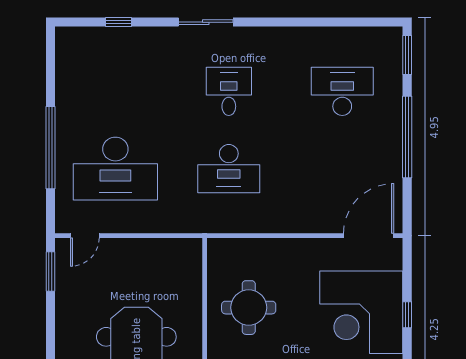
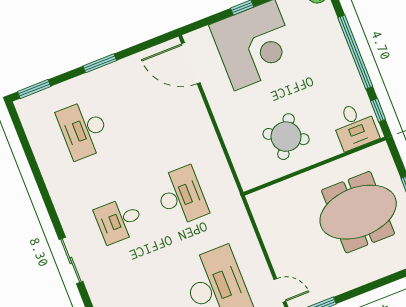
window: (407, 137) -> (100, 63), width x0.47
round table: (249, 308) -> (286, 137), turned 30

